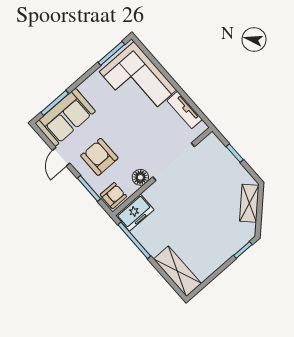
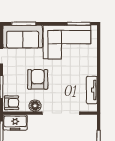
corner sofa: (138, 81) -> (67, 42), moved, turned -90
armchair: (99, 157) -> (38, 79), moved

